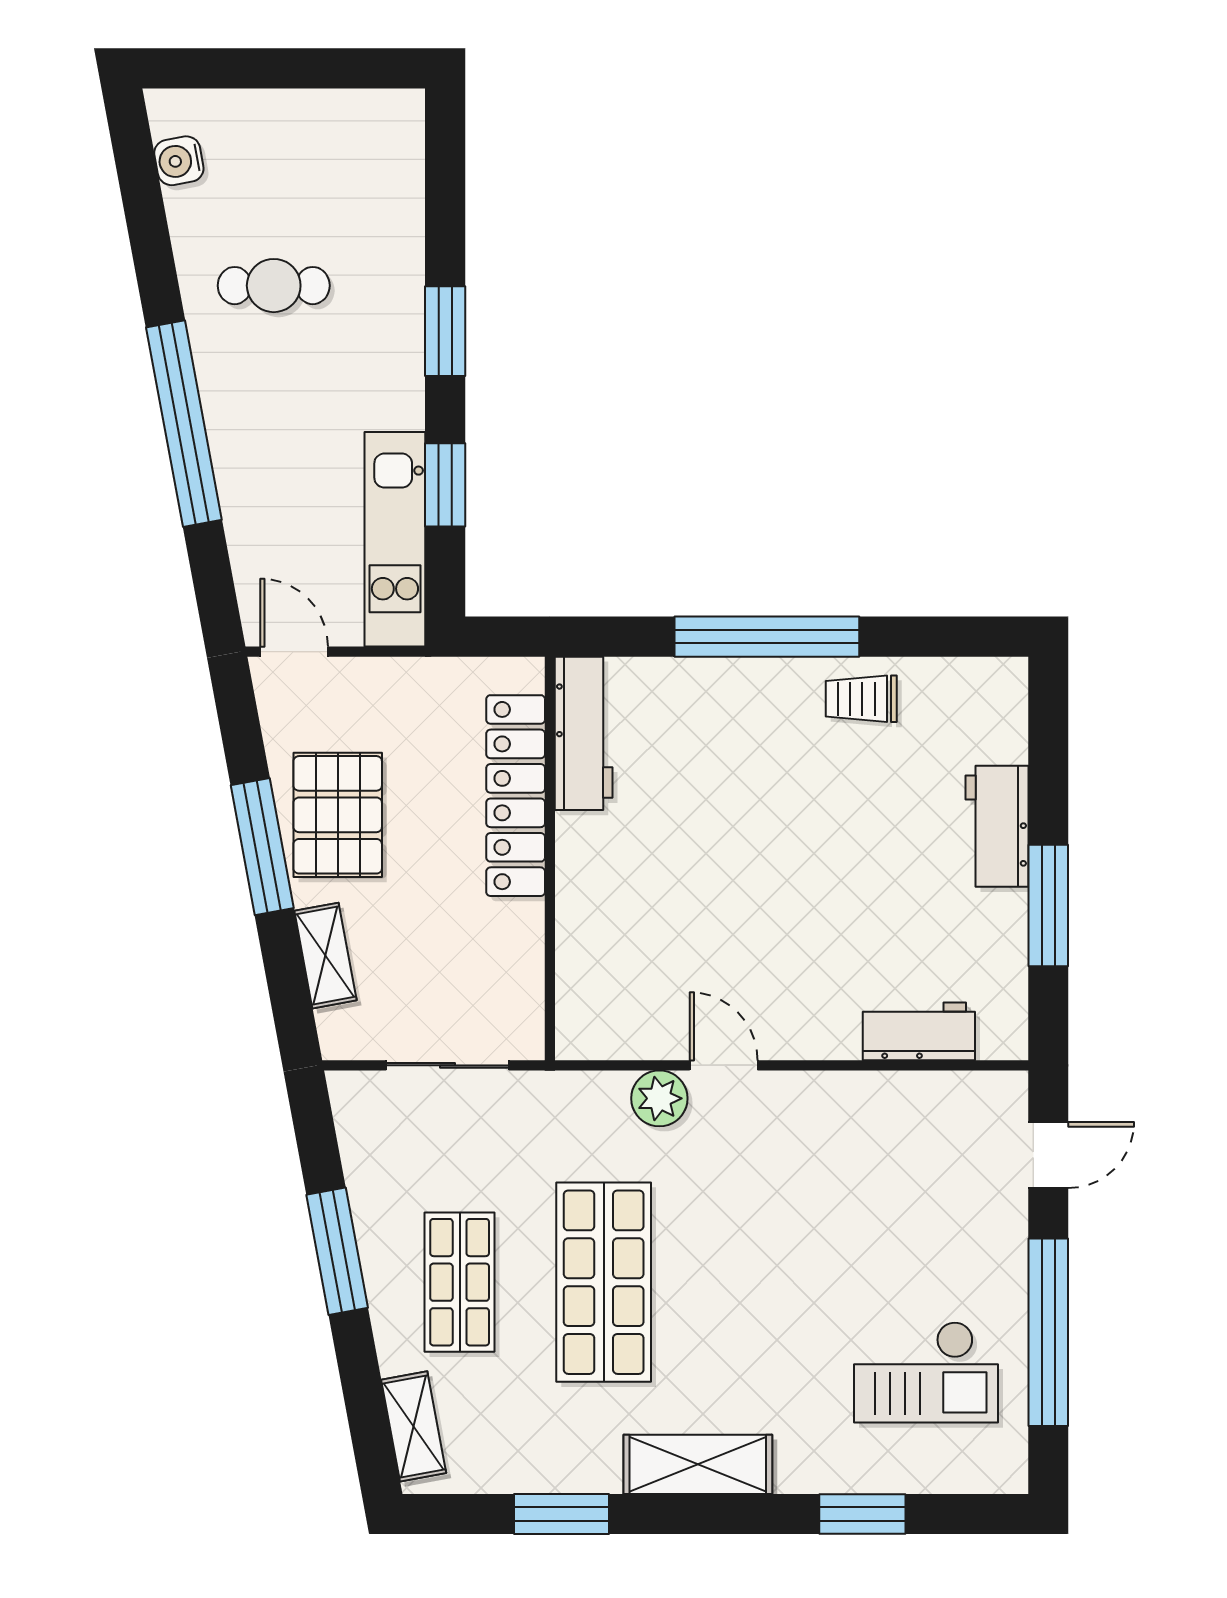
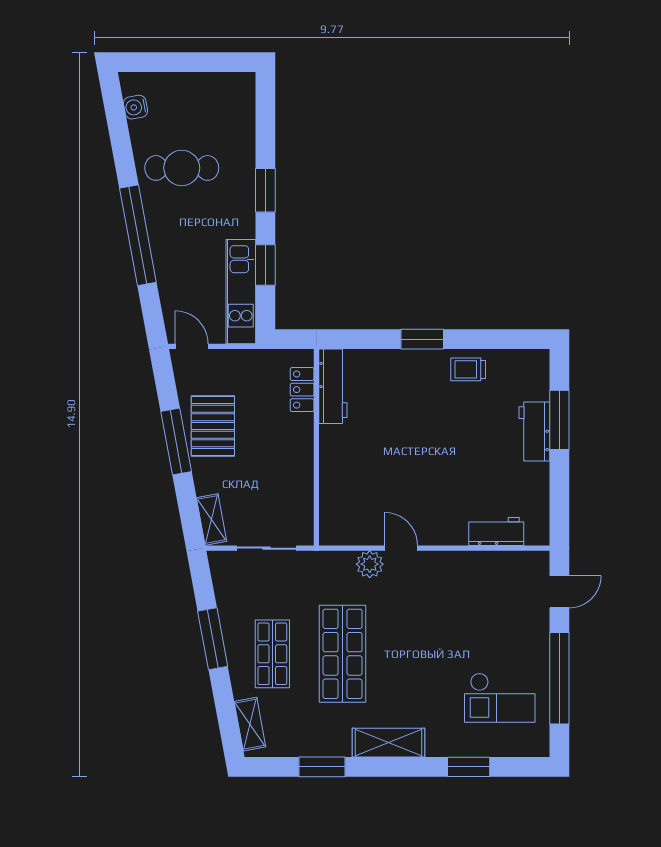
cafe table: (274, 286) -> (182, 168), width x1.37, depth x1.35
window: (767, 637) -> (422, 339), width x0.47
locker: (516, 796) -> (302, 390), width x0.46, depth x0.83
window: (1048, 906) -> (559, 420), moved
shelving: (325, 956) -> (212, 519), moved

